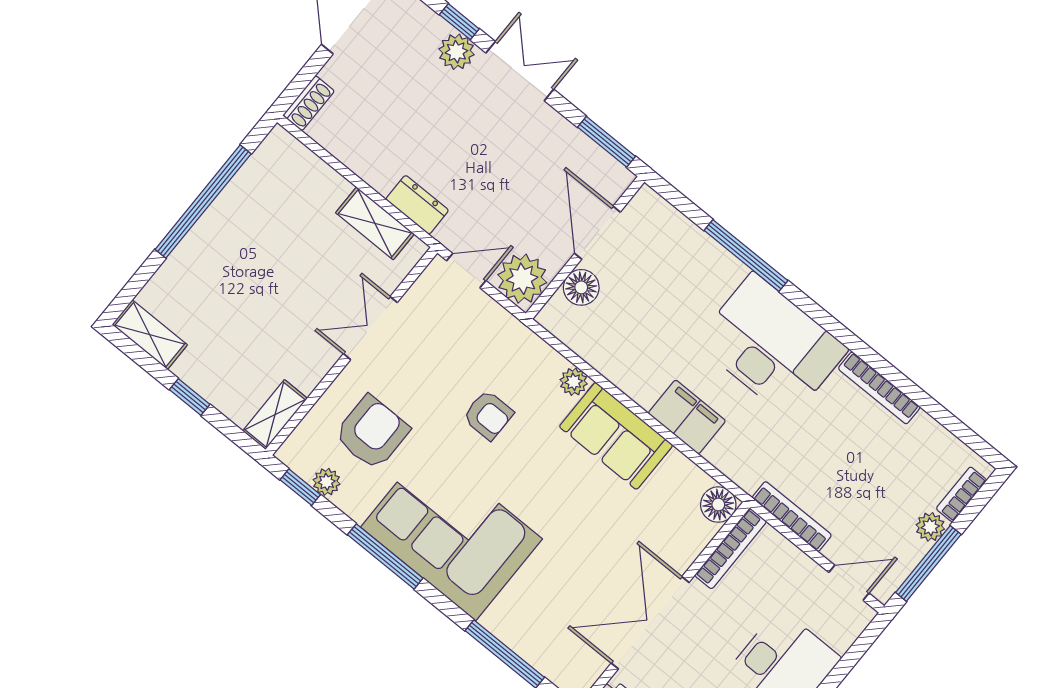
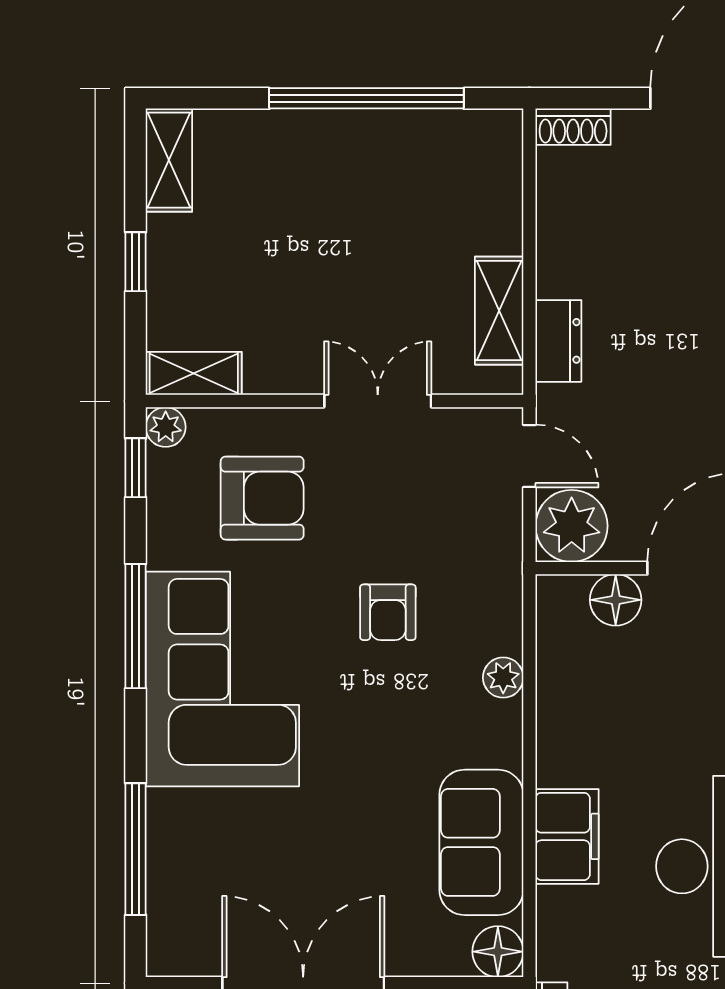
sofa: (616, 436) -> (481, 842), moved
plant: (327, 482) -> (166, 427), moved

